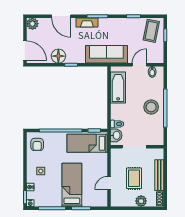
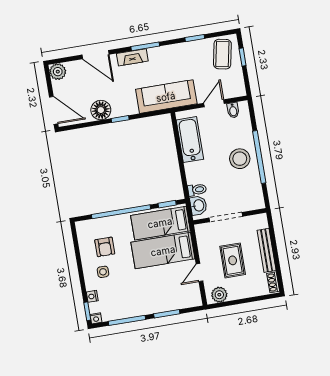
armchair: (37, 144) -> (105, 247), moved
bed: (72, 185) -> (163, 251), moved, turned -90
plant: (141, 201) -> (219, 295), moved

